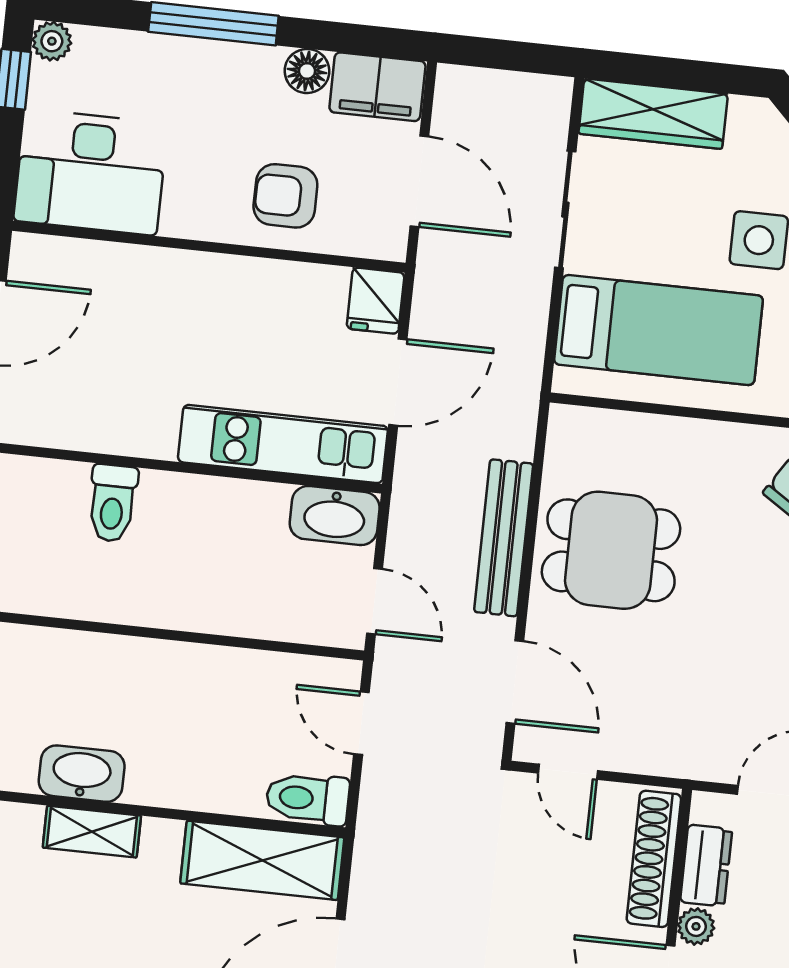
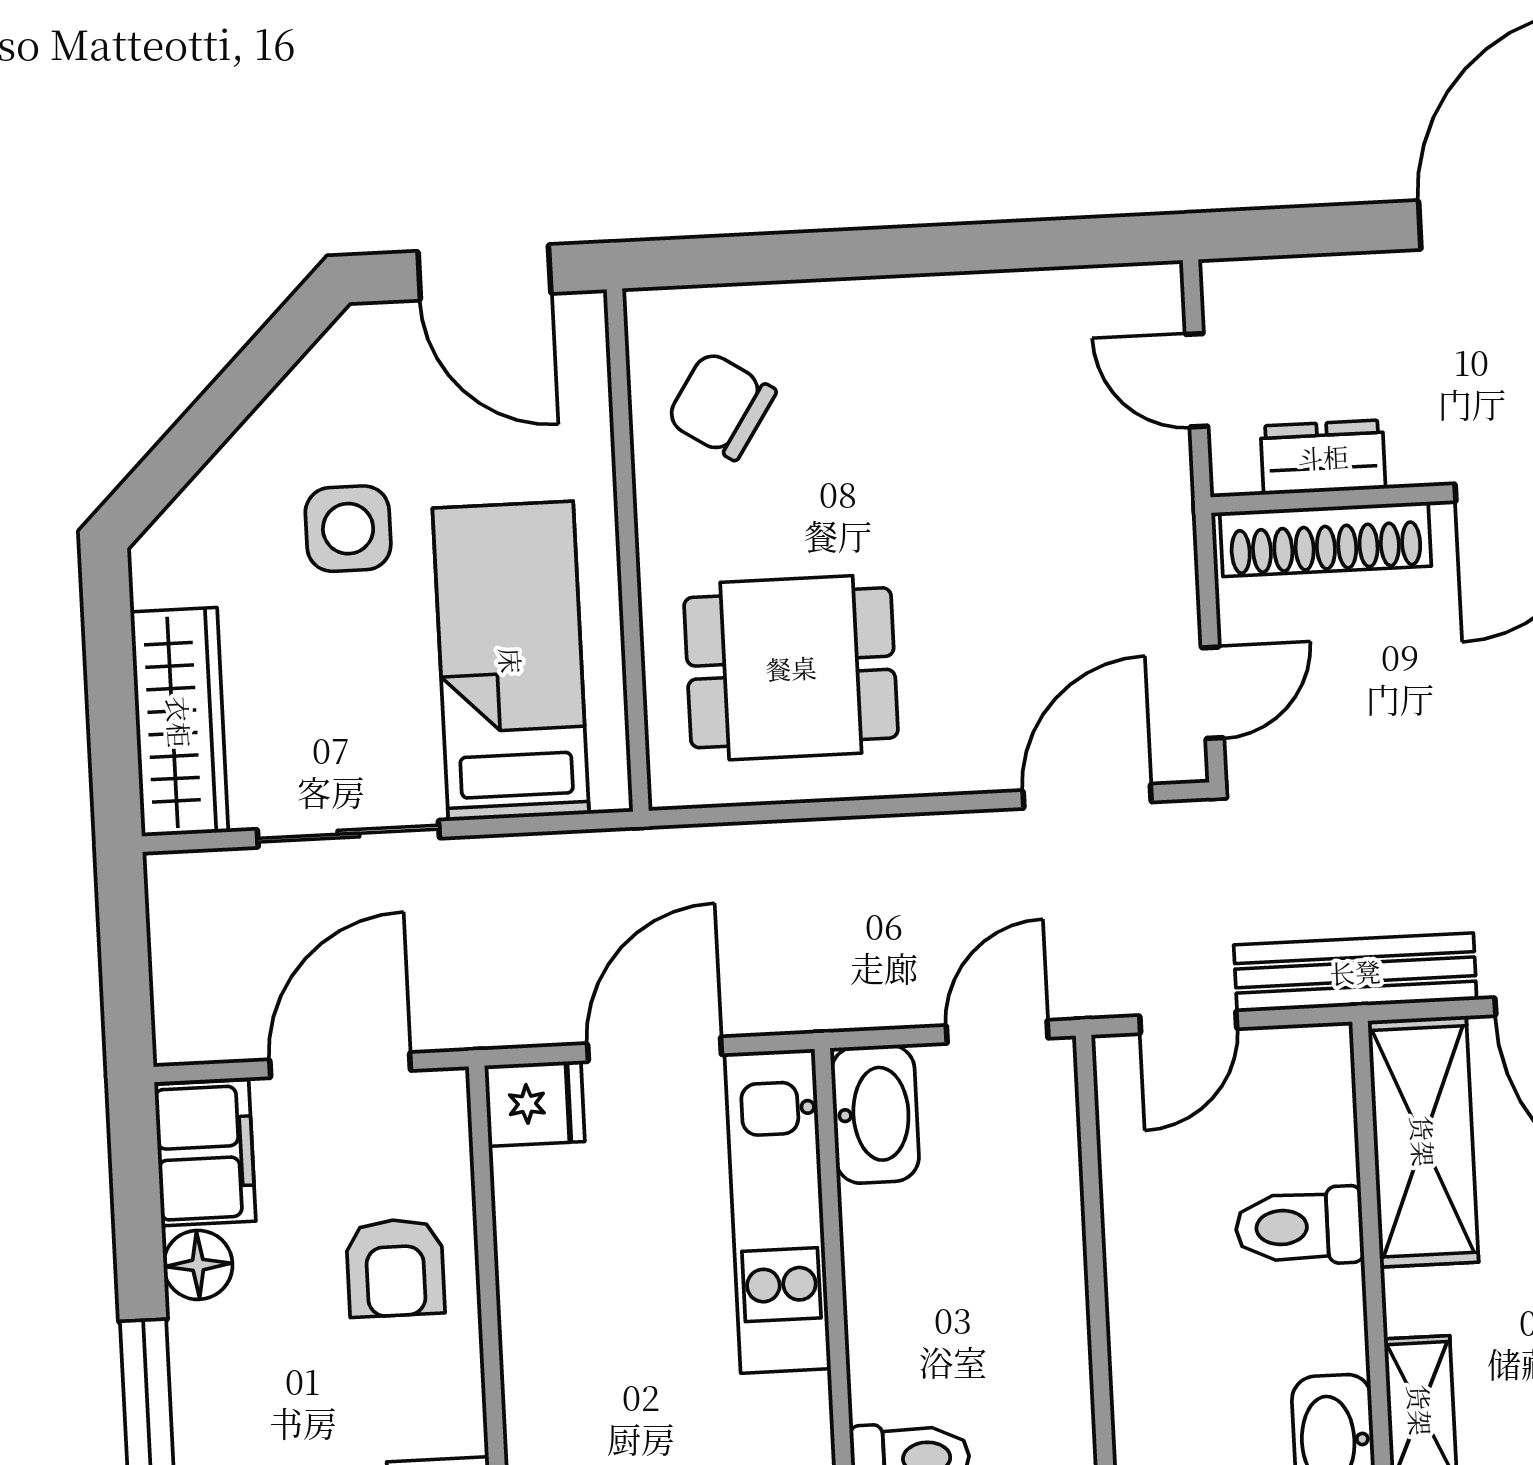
door: (398, 382) -> (654, 1049), hinge flipped
bench: (504, 538) -> (1355, 972), moved
dining table: (611, 550) -> (791, 668), moved, turned 90
toilet: (308, 799) -> (1299, 1227), moved, turned 90
plant: (696, 926) -> (1419, 458), removed

